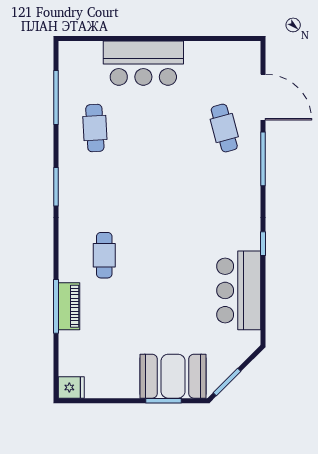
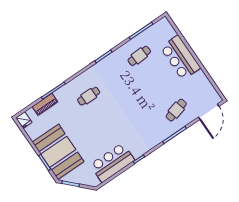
door: (263, 97) -> (209, 112), moved
piano: (69, 306) -> (45, 104), moved
booth: (173, 376) -> (58, 152), width x1.36, depth x1.42

